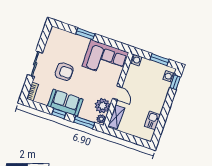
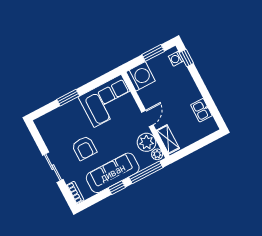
washing machine: (136, 60) -> (141, 76), width x1.89, depth x1.89
armchair: (64, 72) -> (84, 148), turned 90
door: (117, 93) -> (147, 119), hinge flipped
sofa: (65, 103) -> (113, 173), width x1.36
window: (84, 122) -> (146, 172), width x1.44

